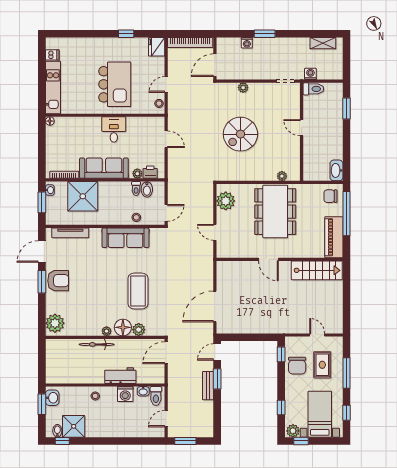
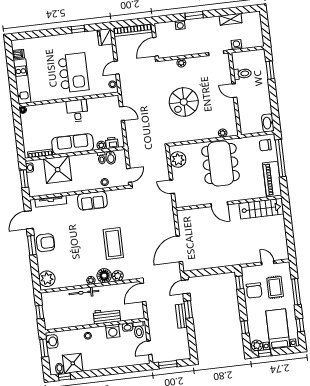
shelving: (323, 43) -> (231, 19), moved
toilet: (313, 89) -> (242, 74), moved
sofa: (125, 238) -> (92, 201), width x0.73
window: (42, 361) -> (40, 312), added

